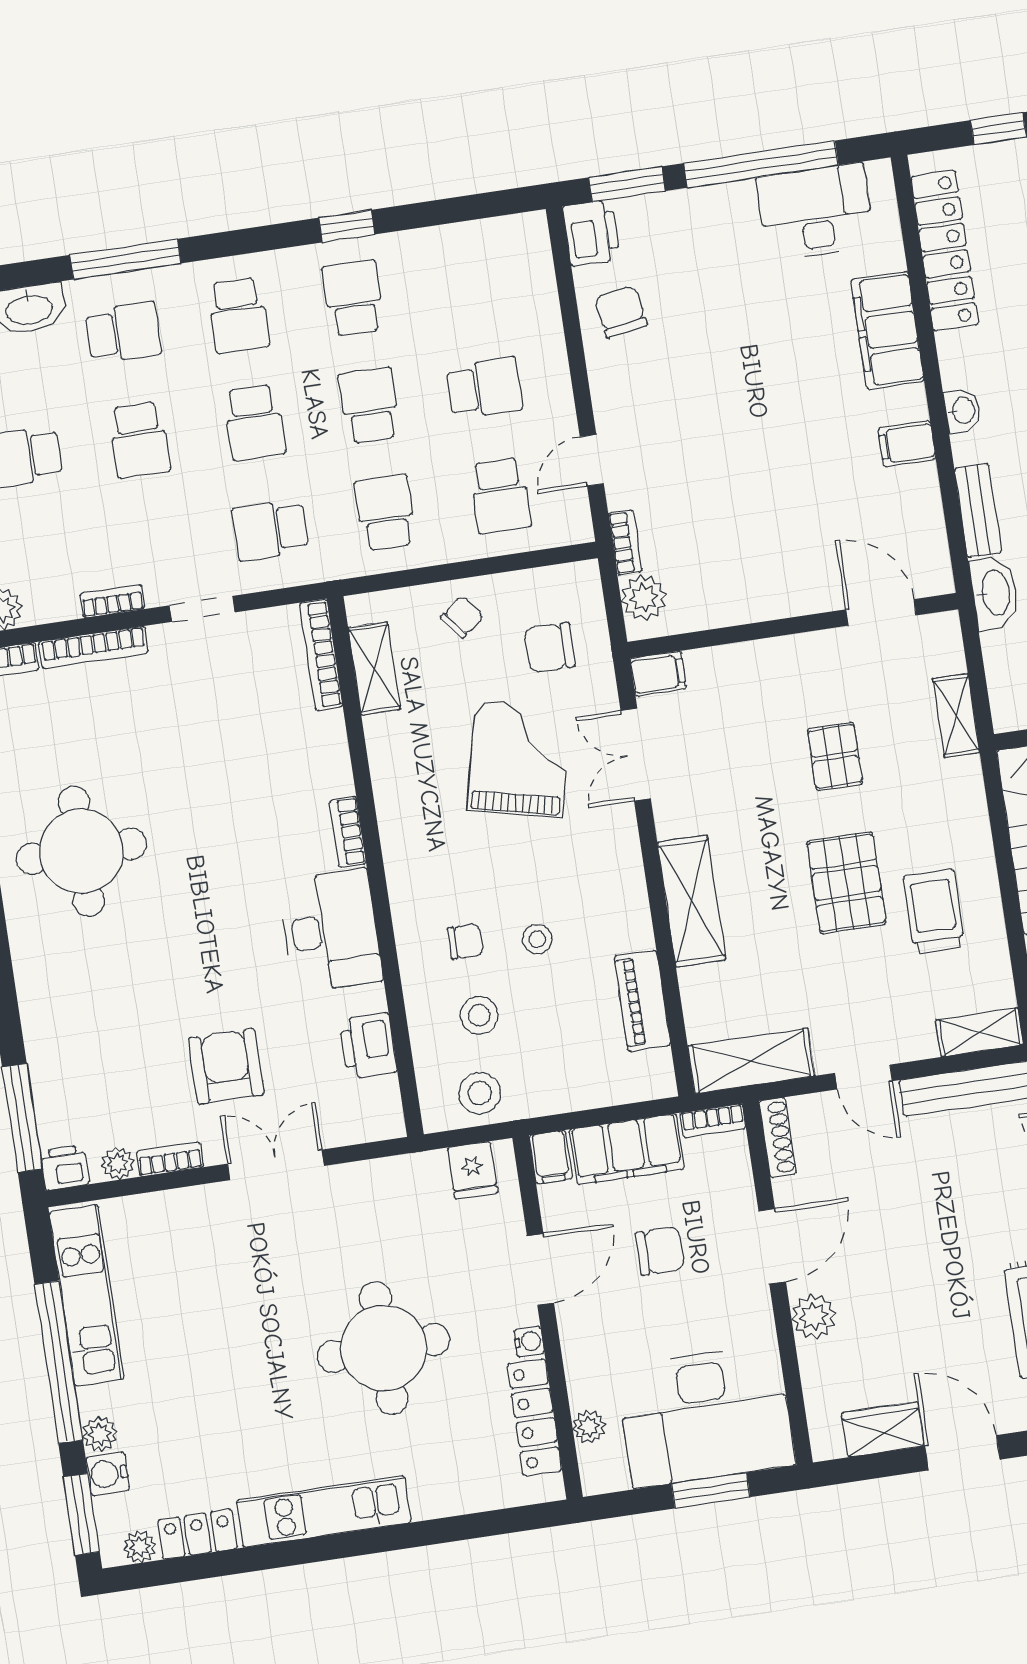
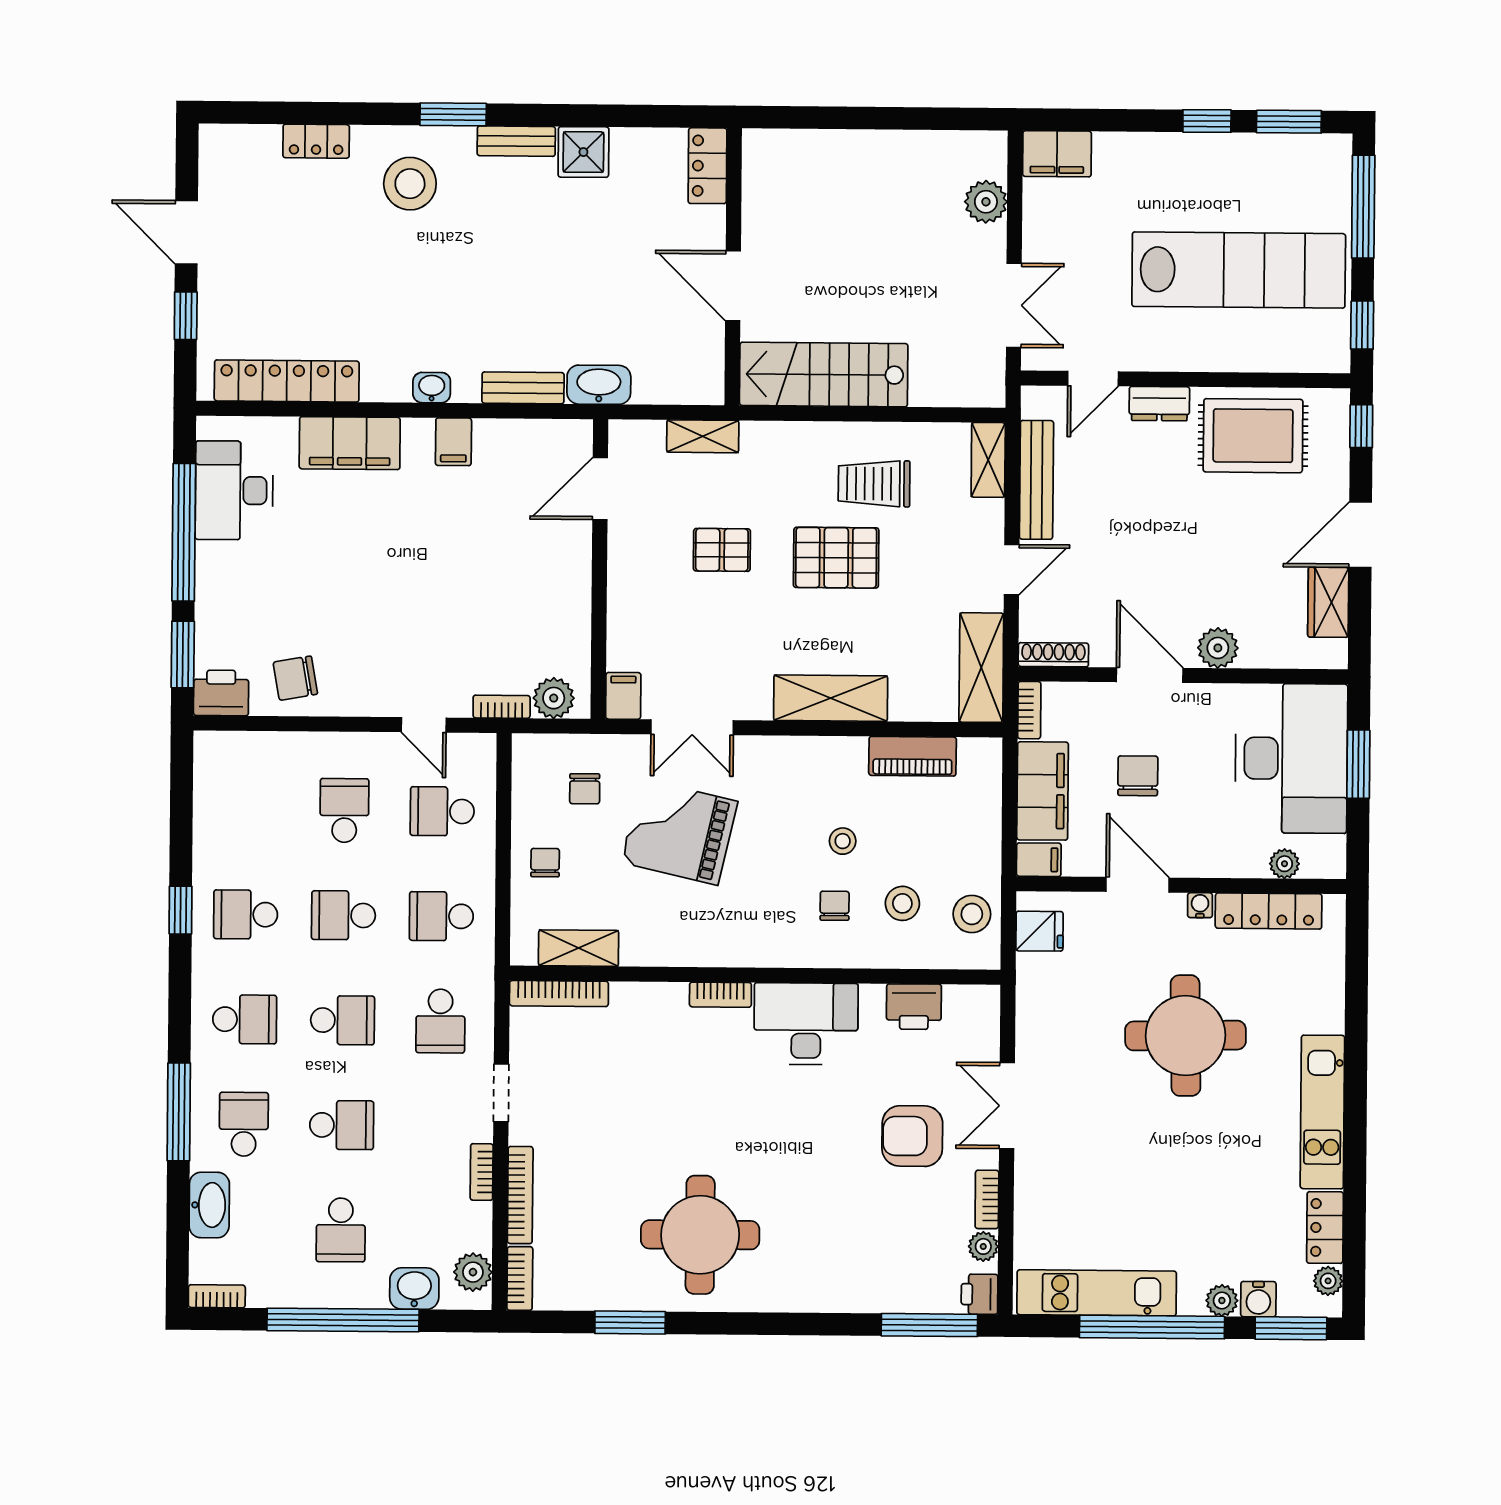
school desk: (500, 495) -> (442, 811), turned 180
chair: (462, 617) -> (545, 863), turned 38
chair: (550, 648) -> (585, 789), width x0.73, depth x0.73

